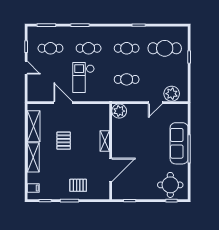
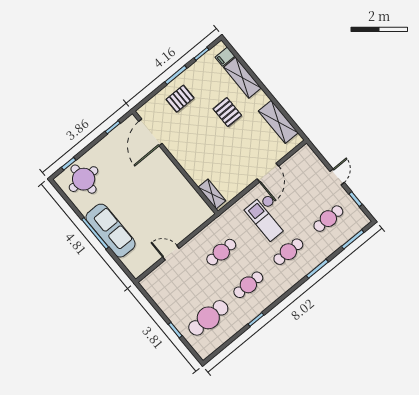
door: (26, 68) -> (337, 177), swing flipped
checkout: (83, 77) -> (268, 217), turned 180
plant: (172, 94) -> (161, 276), removed
door: (63, 103) -> (268, 173), hinge flipped
door: (155, 103) -> (171, 253), hinge flipped
plant: (119, 111) -> (202, 212), removed
pallet: (64, 141) -> (227, 112), moved
shelving: (105, 141) -> (212, 194), moved
shelving: (33, 157) -> (242, 78), moved
door: (111, 170) -> (150, 132), moved

